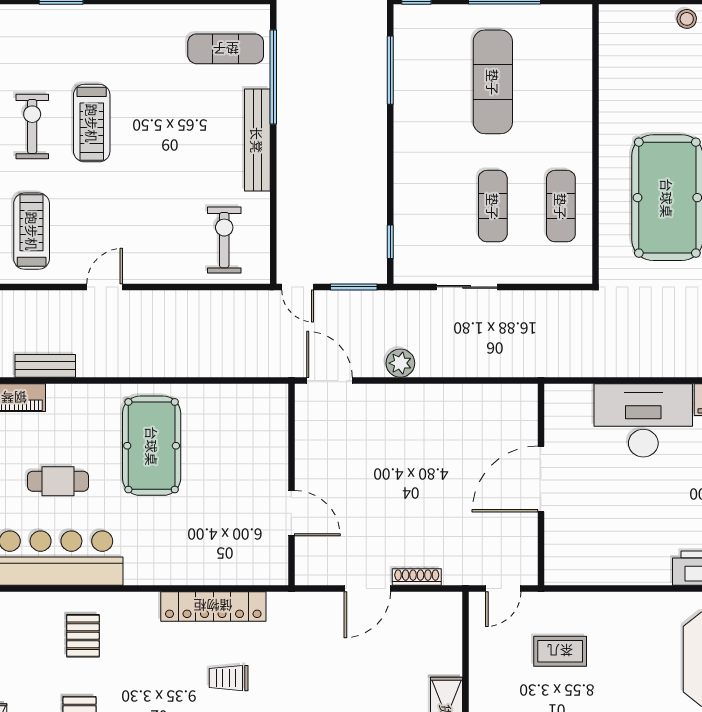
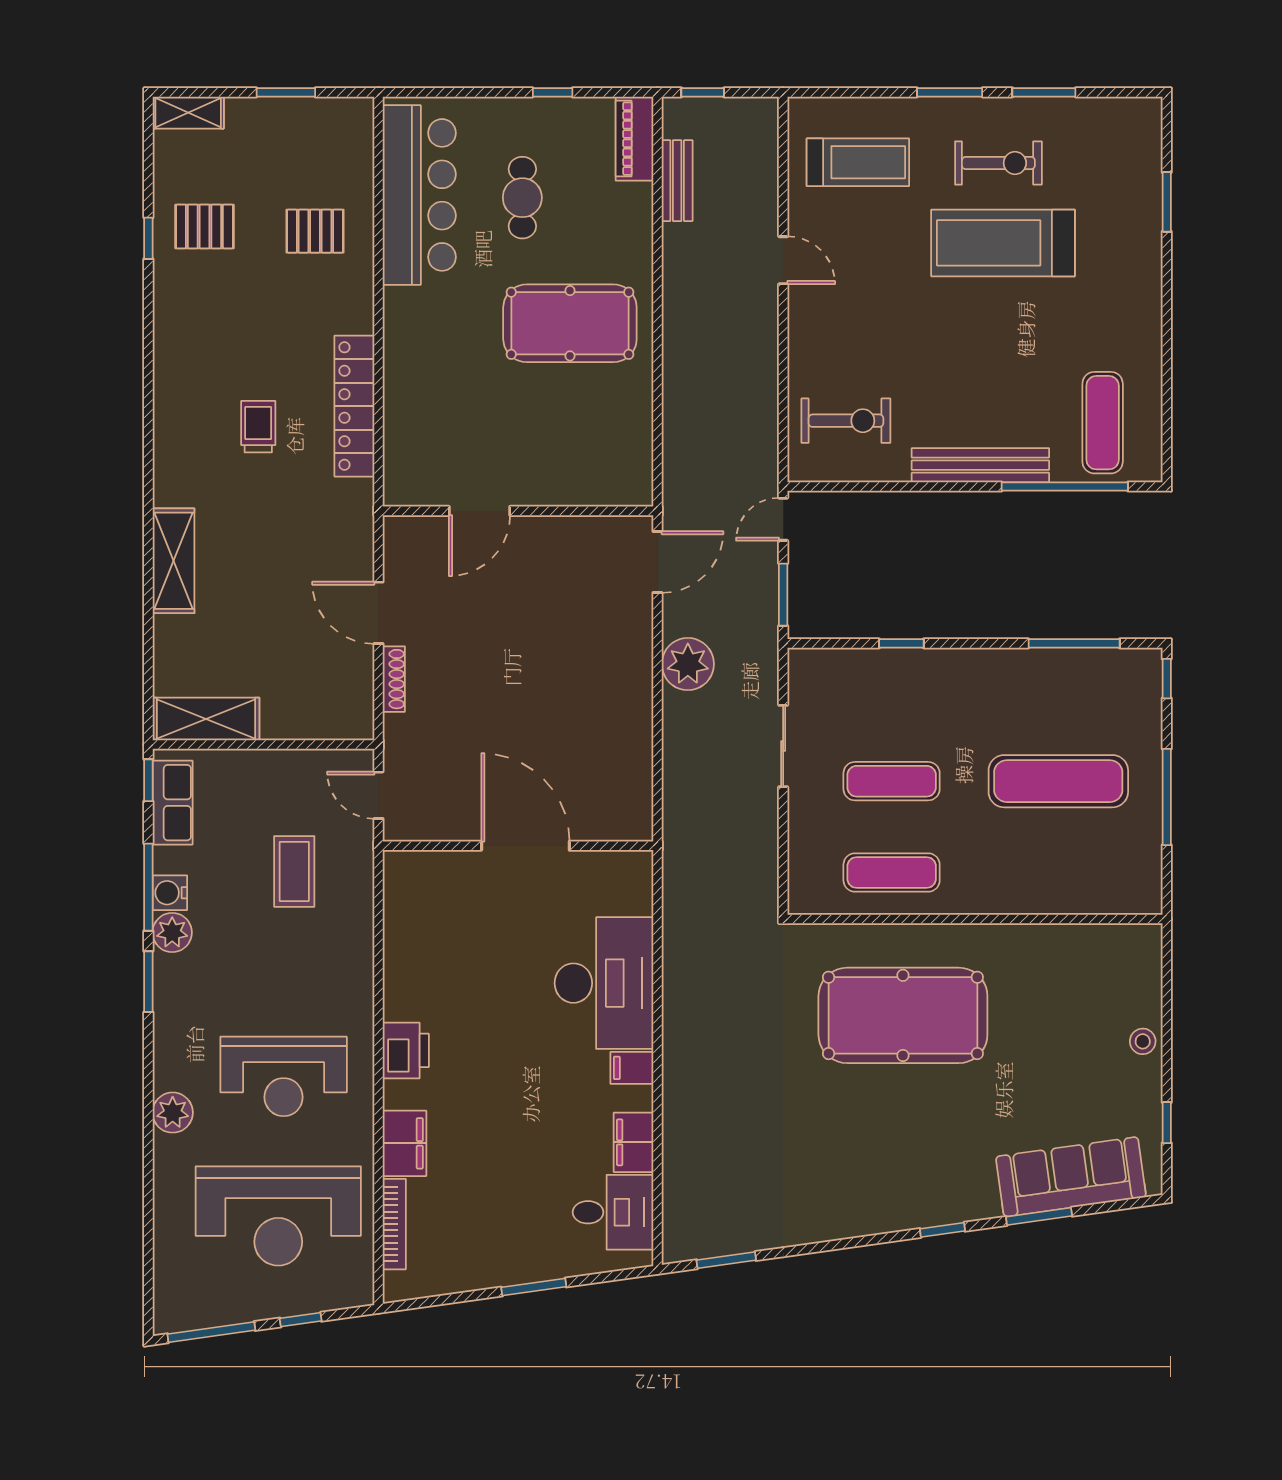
treadmill: (92, 123) -> (1003, 243), width x1.37, depth x1.38
window: (390, 242) -> (901, 643), moved
plant: (400, 363) -> (688, 664), width x1.36, depth x1.36

